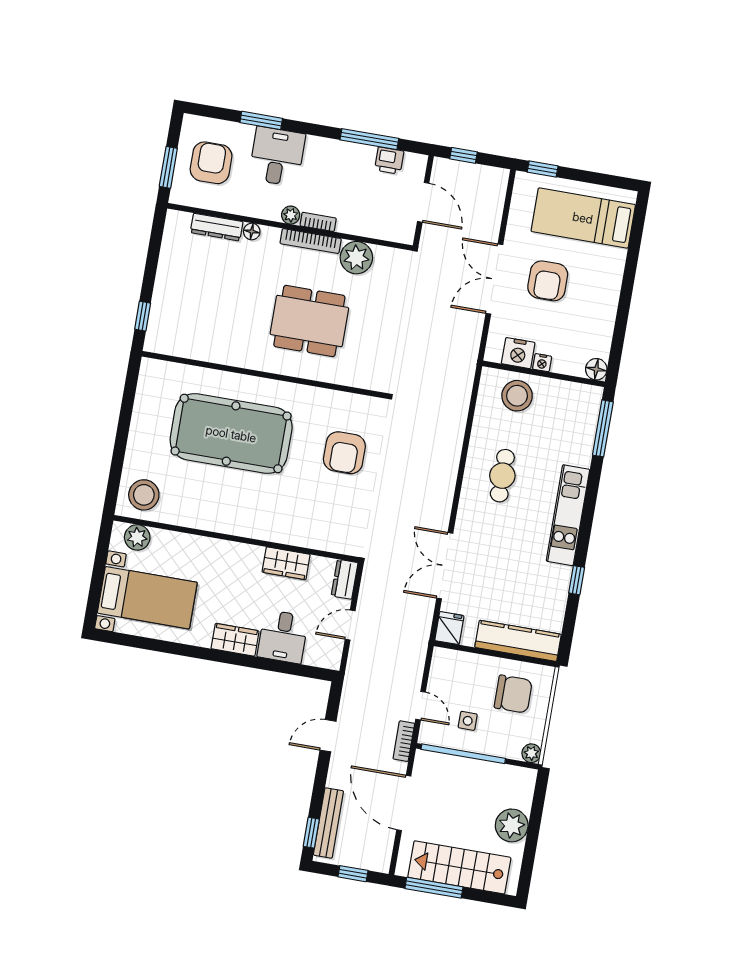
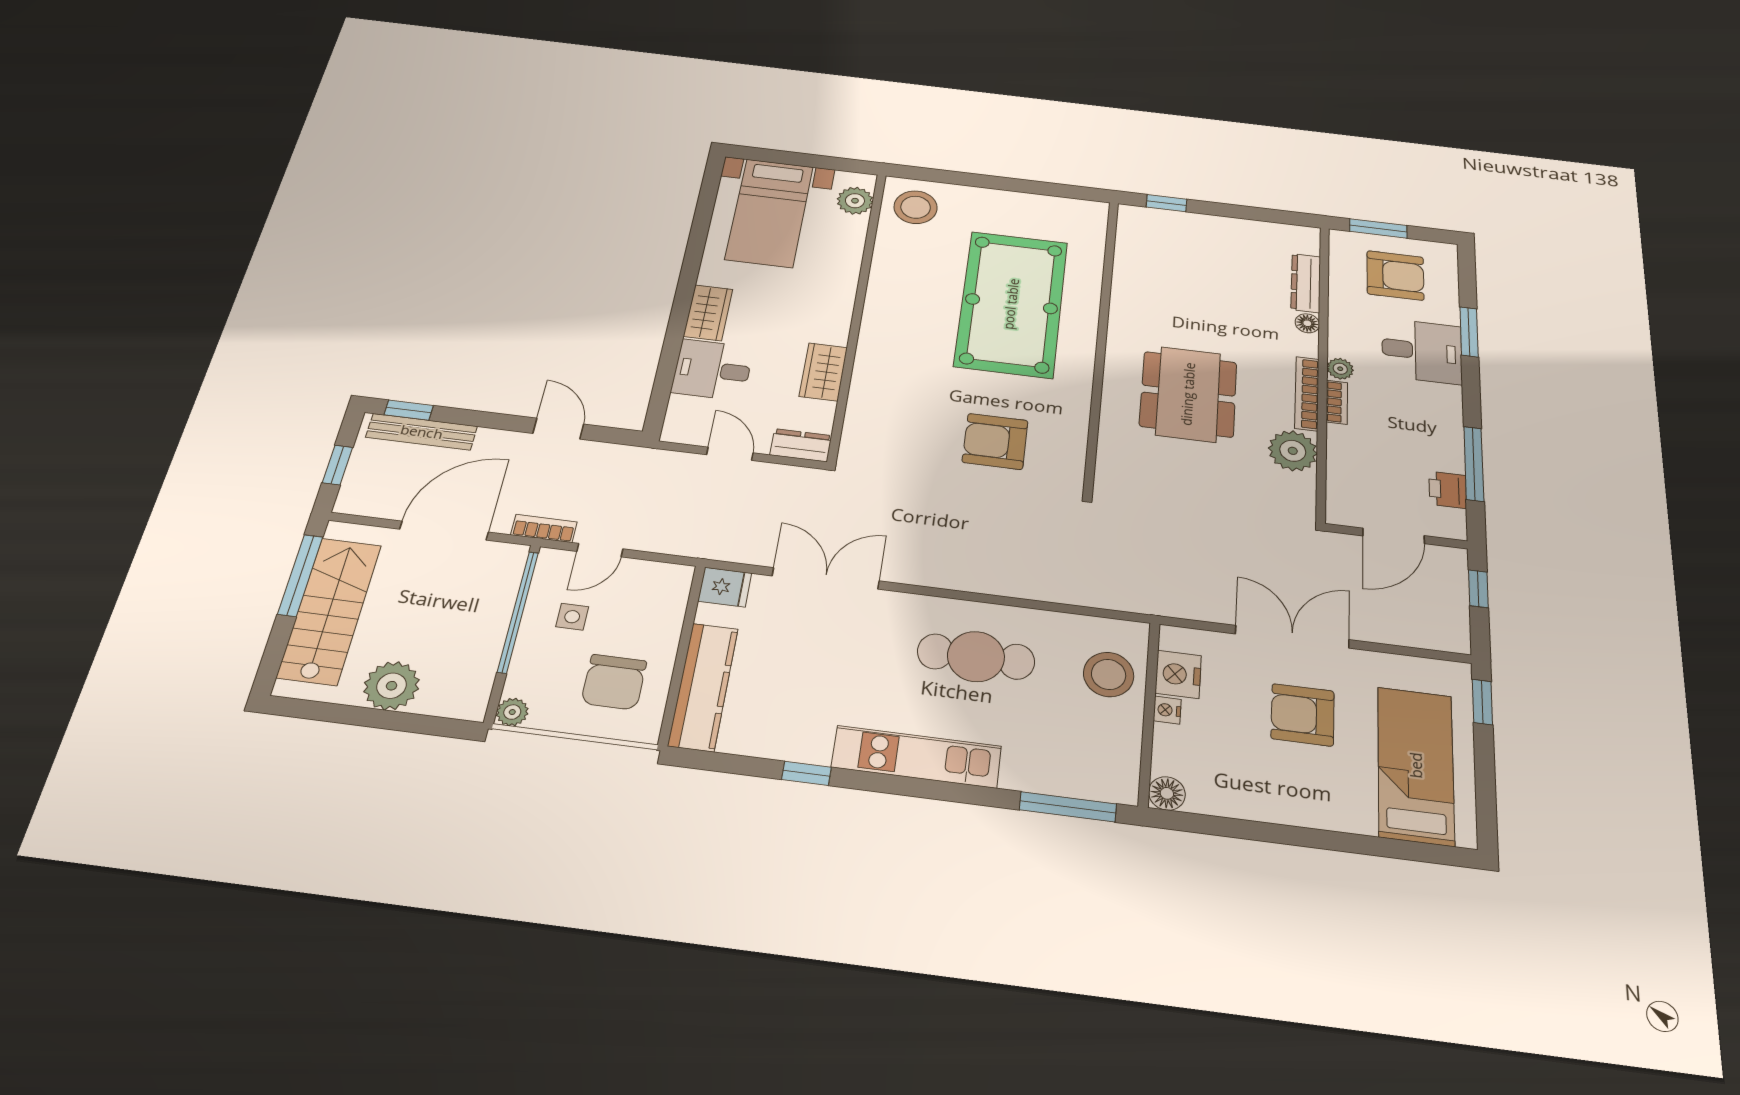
cafe table: (502, 476) -> (976, 657), width x1.37, depth x1.35

